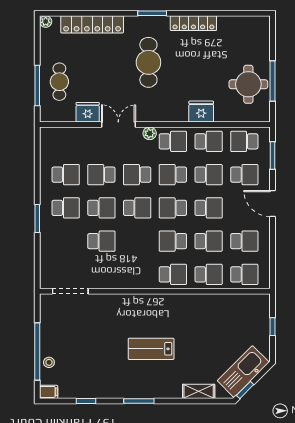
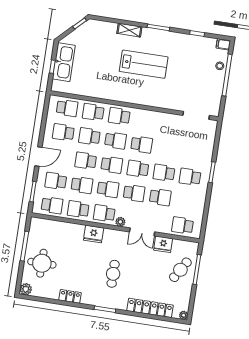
locker: (193, 23) -> (70, 296), width x0.66
plant: (262, 24) -> (26, 289), added
cafe table: (148, 62) -> (113, 274), width x0.73, depth x0.74
cafe table: (59, 82) -> (180, 270), turned 31
round table: (248, 84) -> (42, 263), moved
fridge: (201, 112) -> (94, 234), moved
school desk: (66, 175) -> (183, 225), moved
school desk: (209, 175) -> (82, 185), turned 180
door: (273, 204) -> (38, 157), hinge flipped
school desk: (101, 241) -> (142, 144), moved, turned 180
school desk: (244, 274) -> (67, 108), turned 180
lab bench: (151, 349) -> (144, 64), width x1.36, depth x1.39
kitchen sink: (243, 371) -> (64, 62), moved, turned -45
shelving: (199, 391) -> (129, 30), moved

